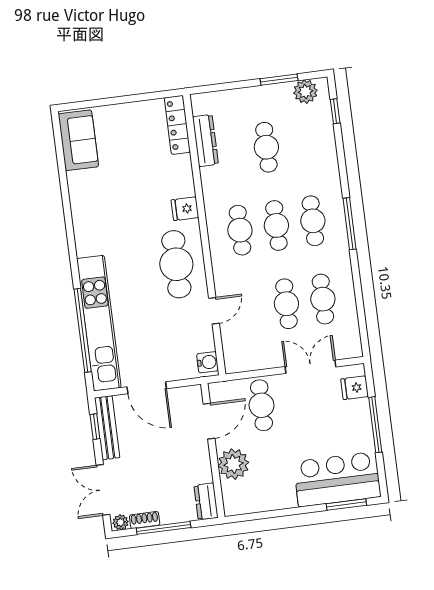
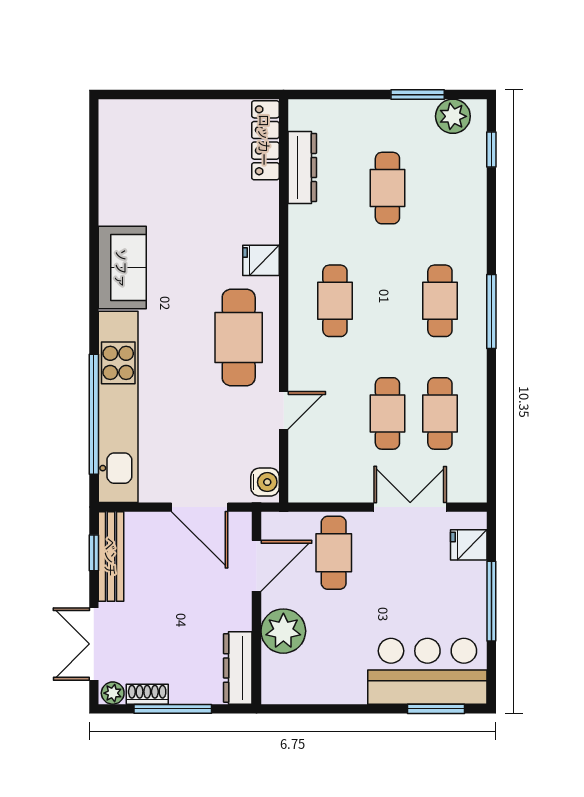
sofa: (78, 140) -> (122, 268), moved
cafe table: (276, 225) -> (387, 301), removed
door: (147, 388) -> (200, 507), moved
dresser: (206, 501) -> (238, 668), width x1.44

